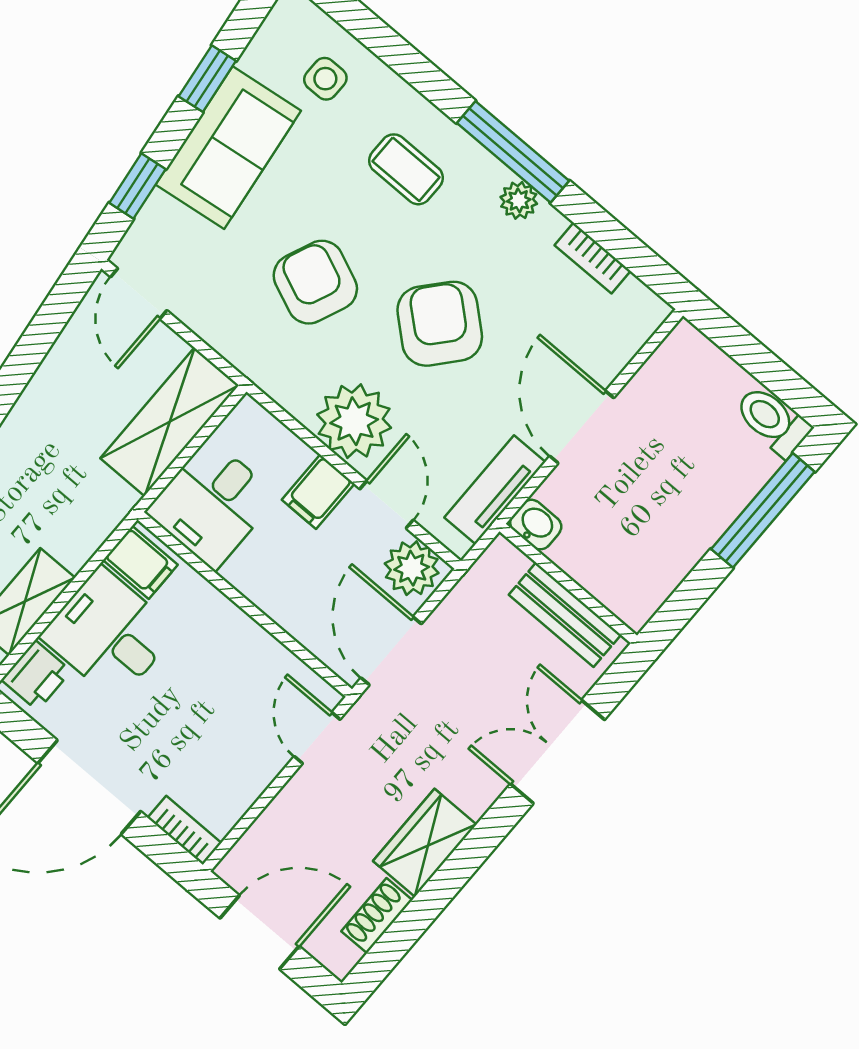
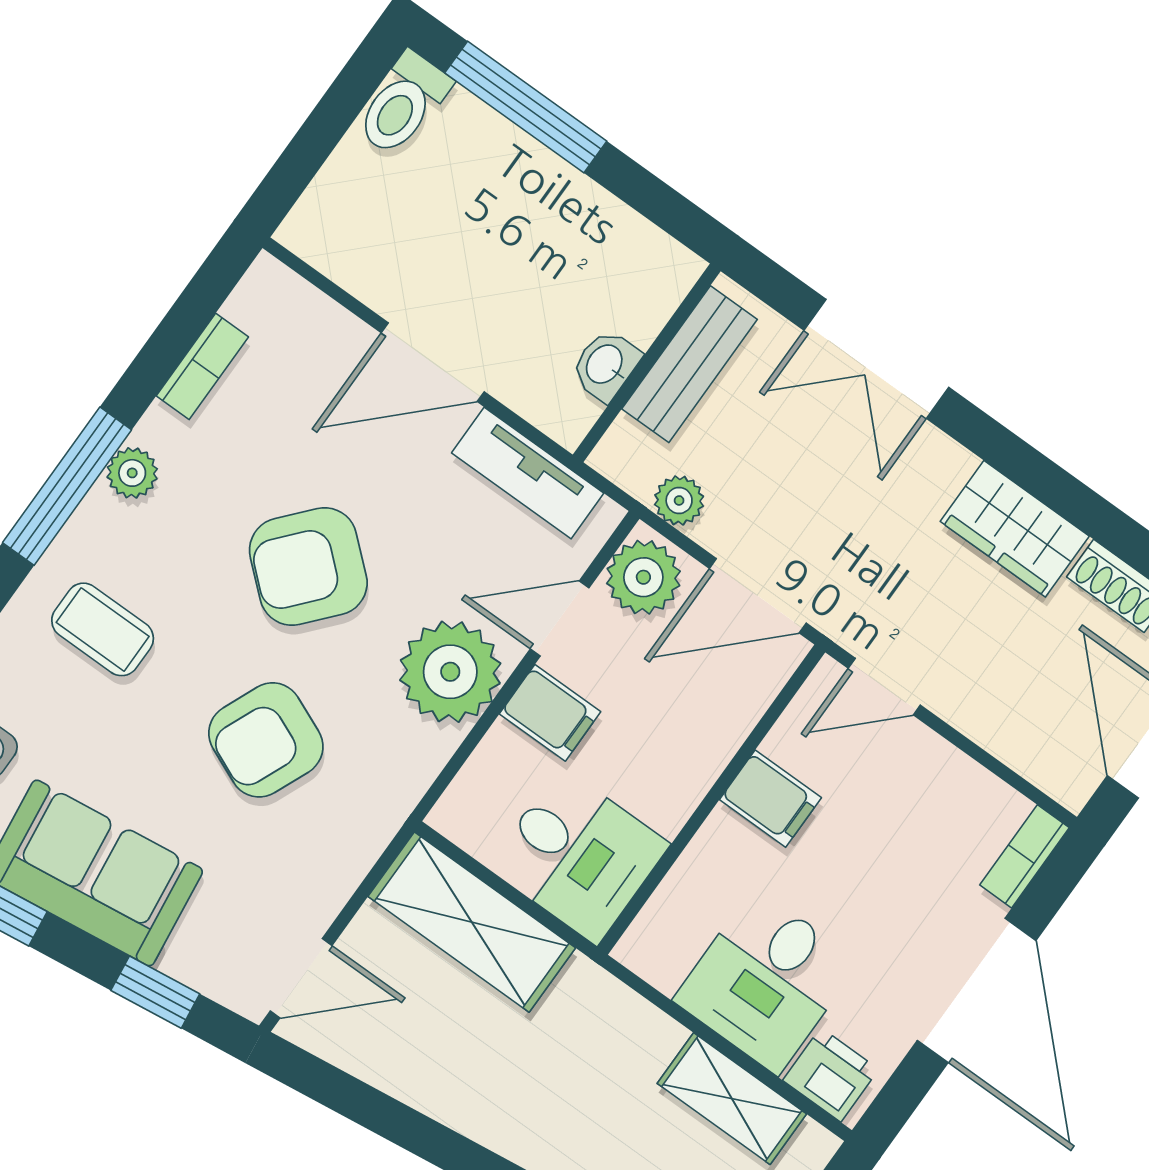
coffee table: (406, 169) -> (103, 629), turned 90
washbasin: (536, 525) -> (605, 365), moved
filing cabinet: (140, 562) -> (770, 799), moved, turned 90
plant: (466, 599) -> (679, 500), added

